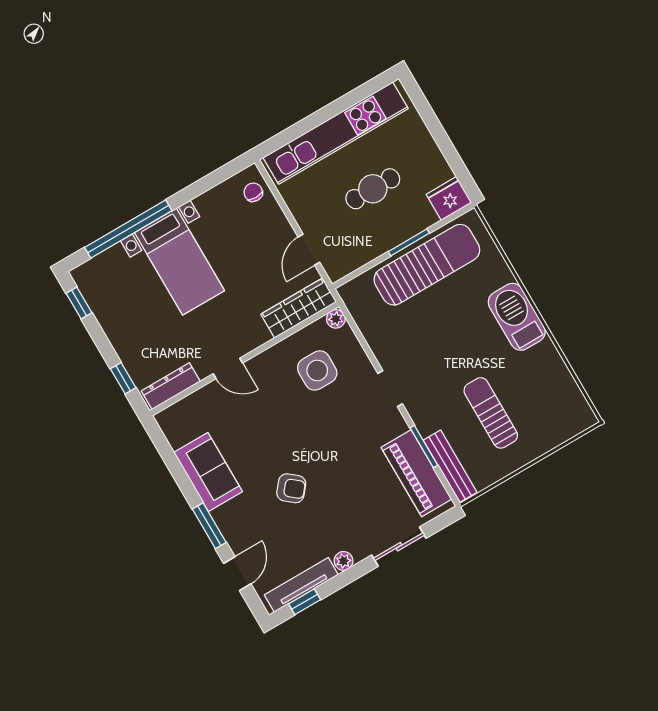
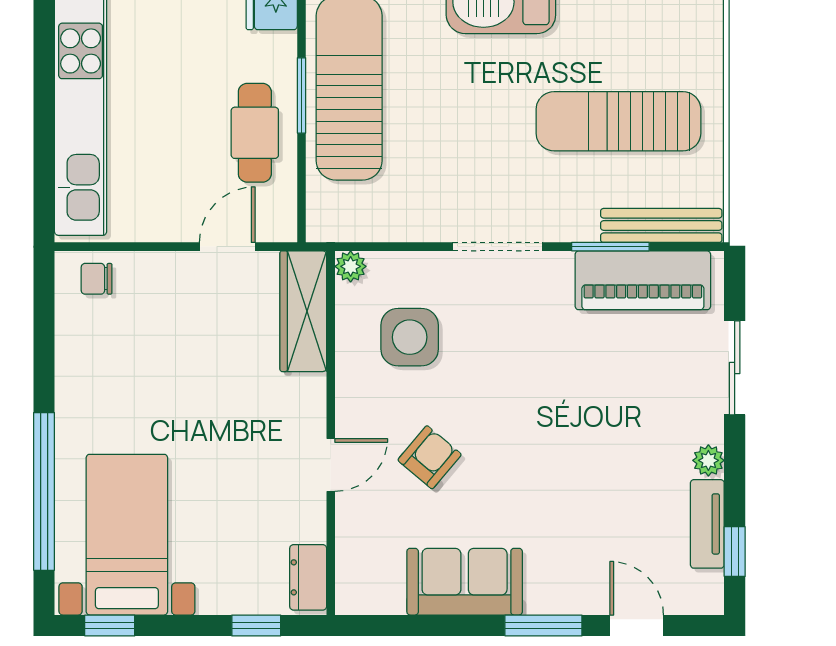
cafe table: (373, 189) -> (255, 133), moved
door: (309, 250) -> (227, 247), swing flipped
bed with nightstands: (179, 262) -> (127, 535), moved, turned -90
dresser: (171, 386) -> (308, 577), width x0.70
doorway: (390, 389) -> (498, 247), width x1.38
sun lounger: (491, 413) -> (618, 121), width x1.36, depth x1.34
armchair: (291, 488) -> (430, 457), moved
tv unit: (301, 585) -> (707, 524), width x0.71

